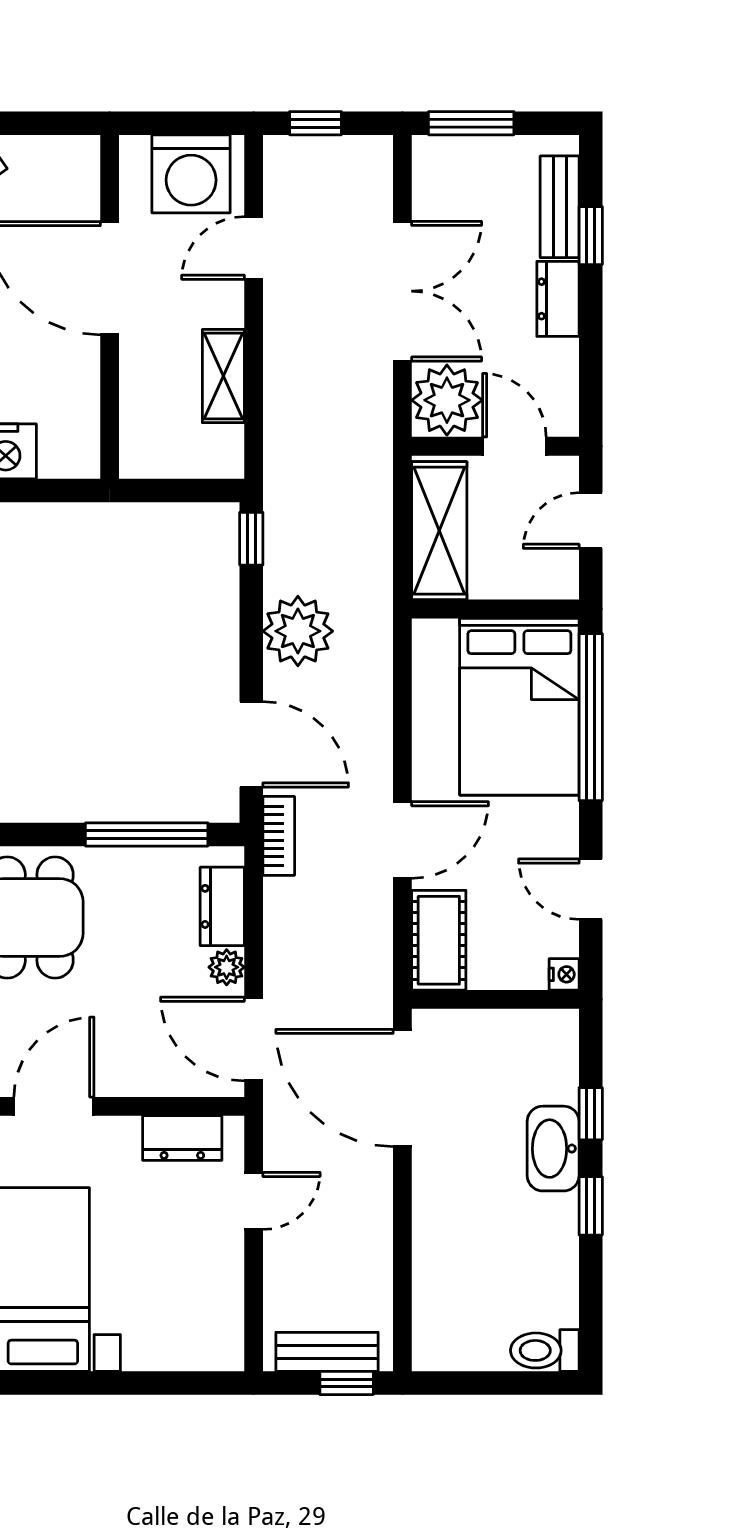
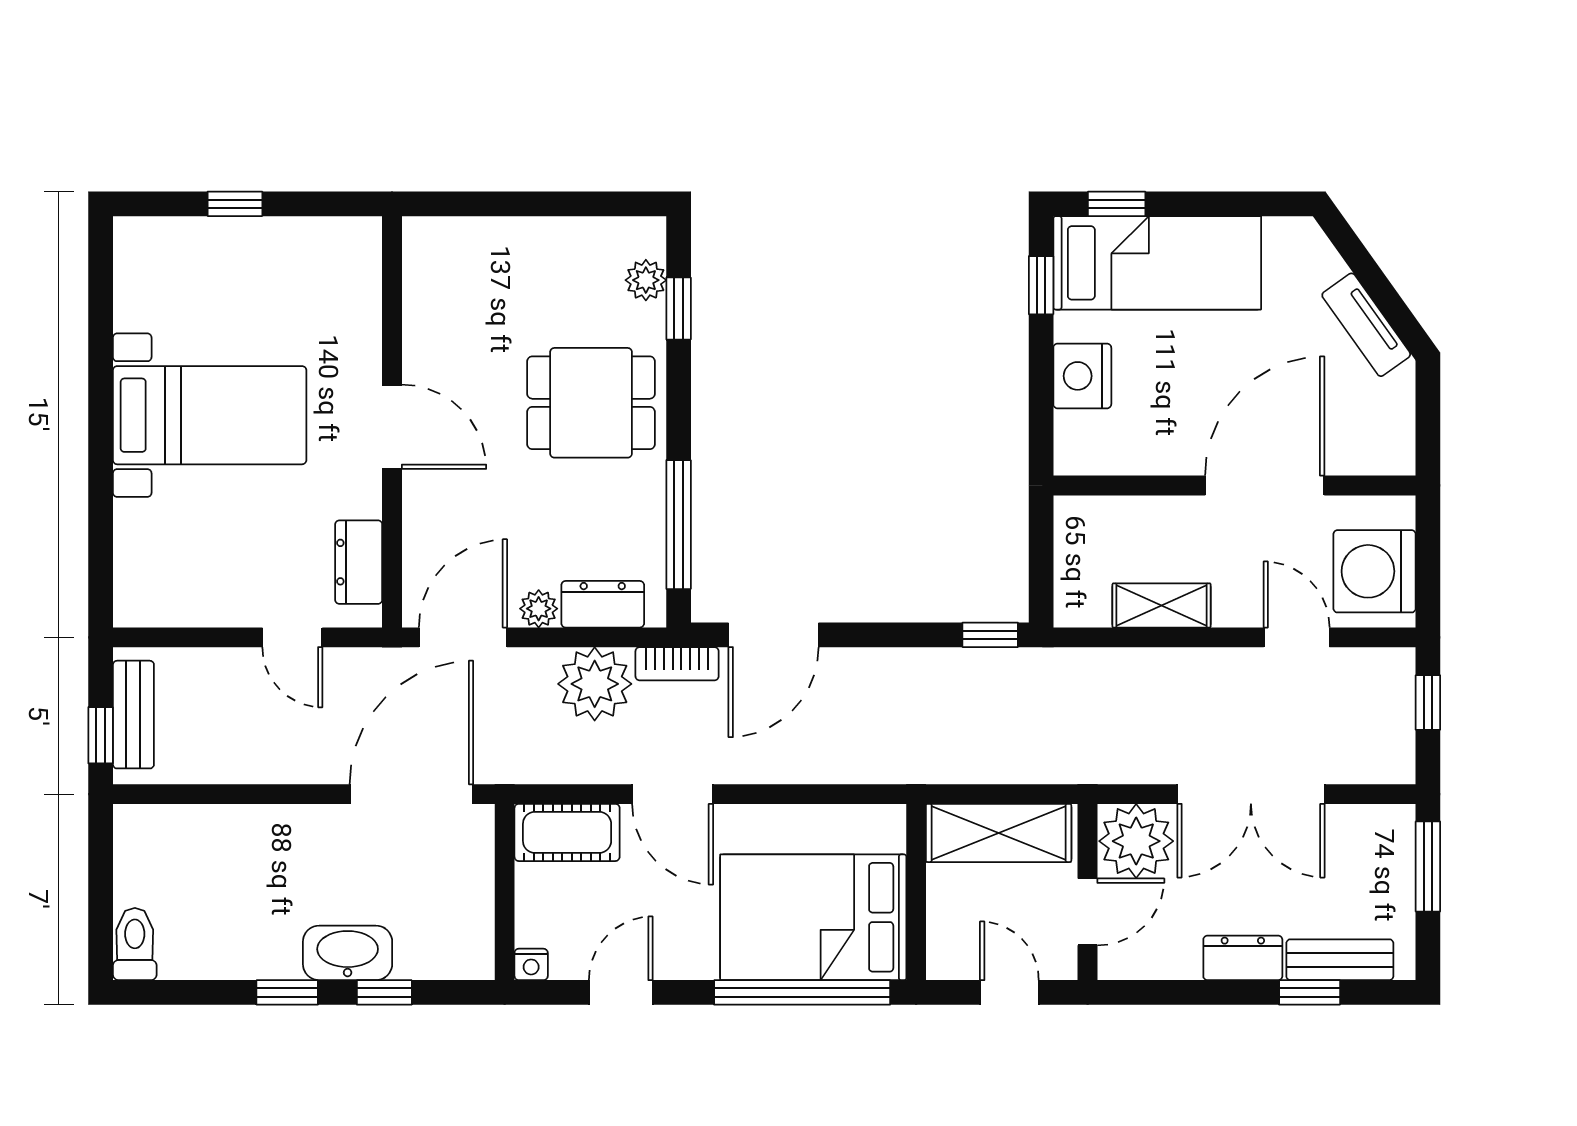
plant: (298, 631) -> (595, 684), moved

